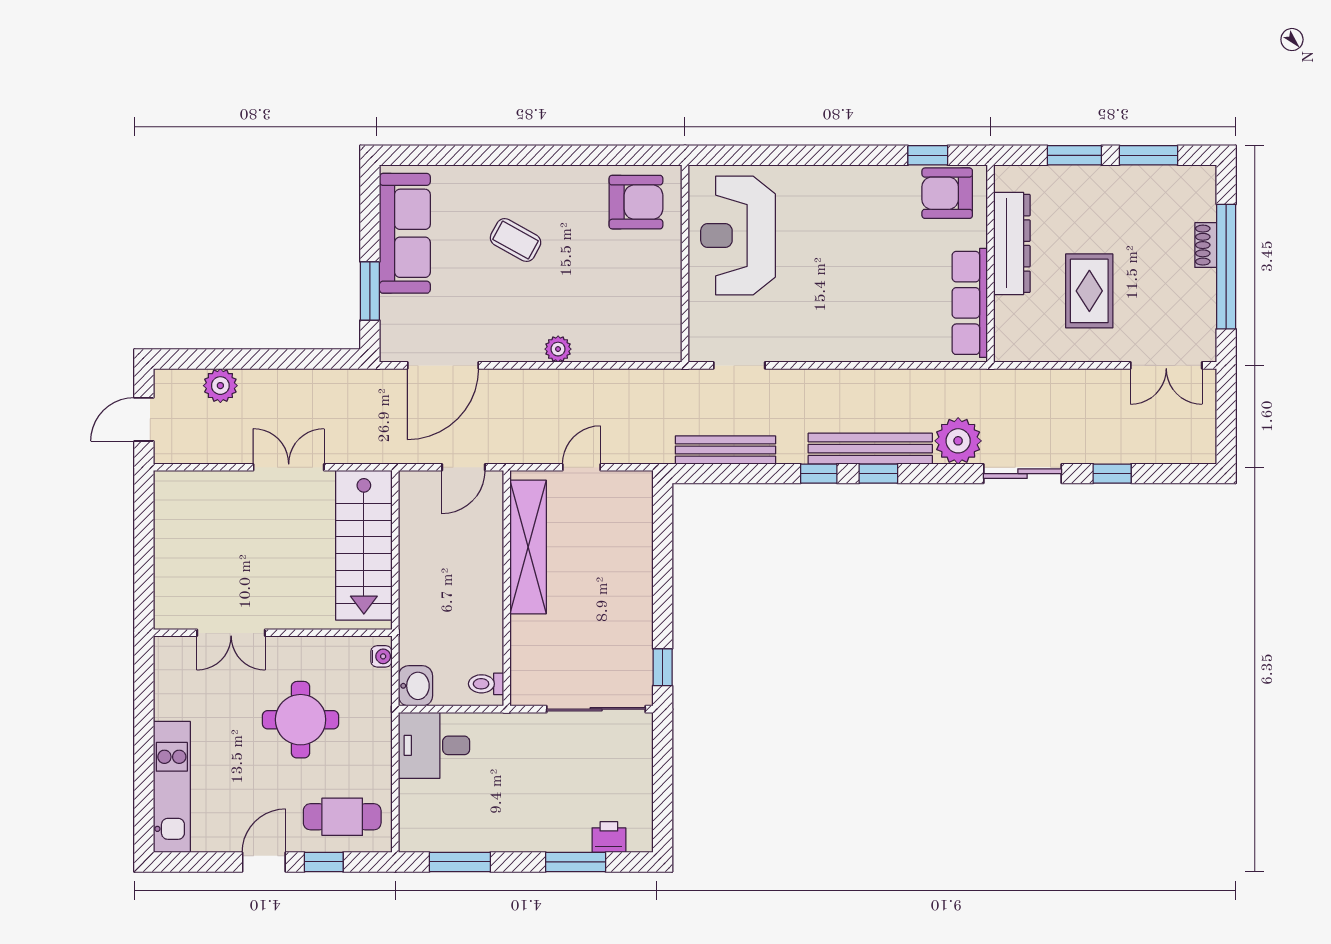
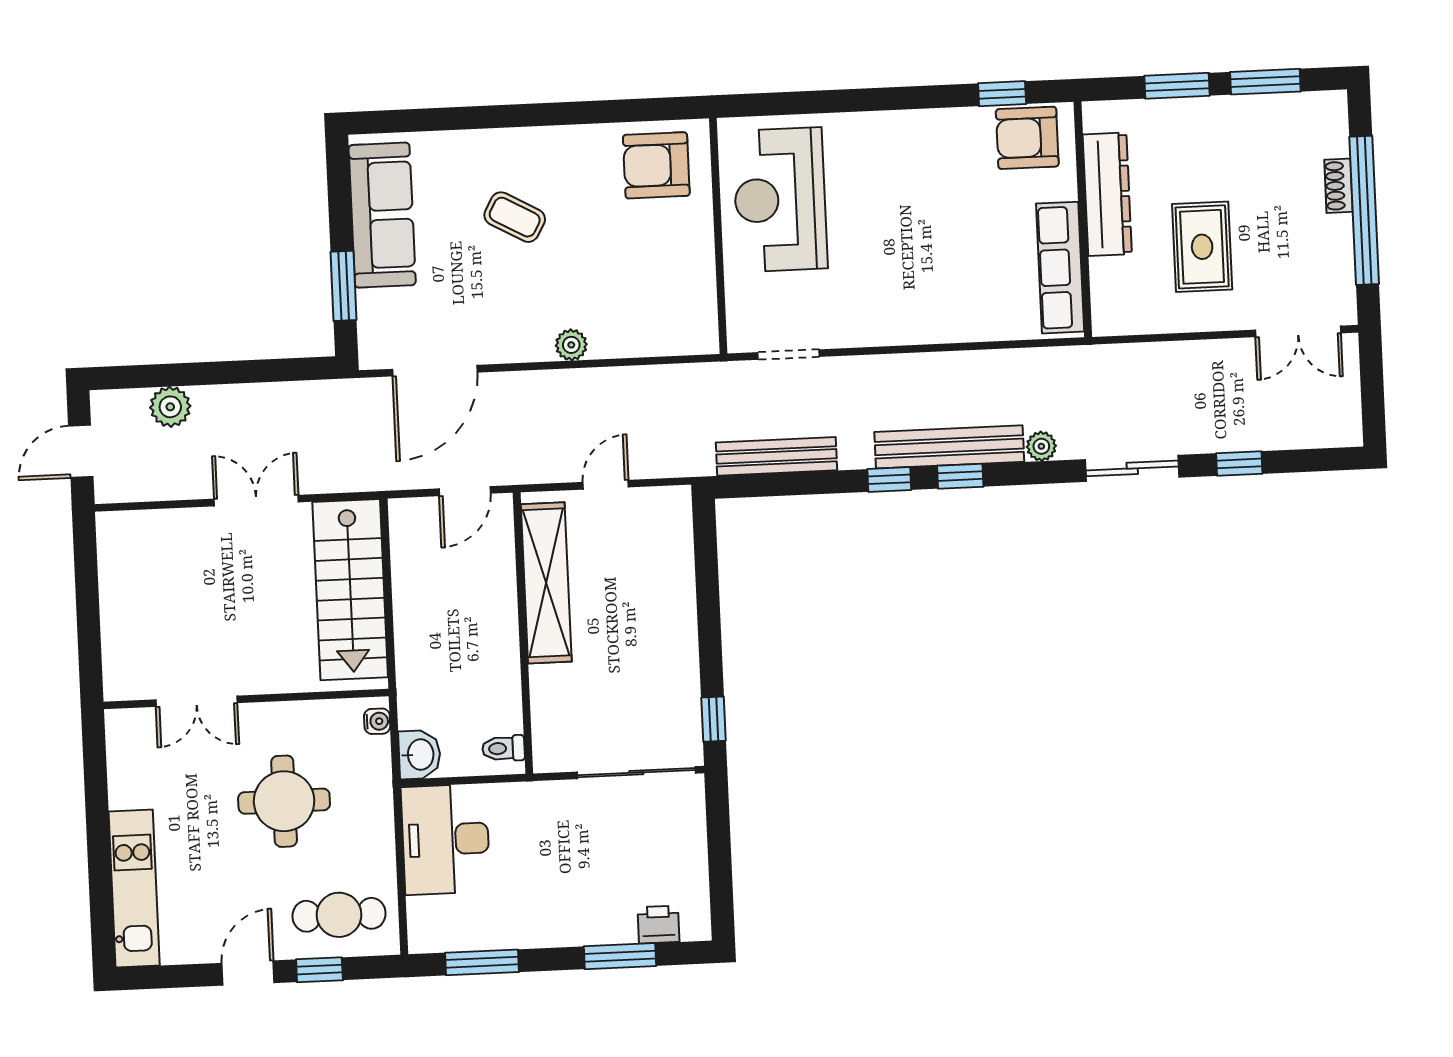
armchair: (636, 202) -> (656, 165), turned 180
plant: (958, 441) -> (1041, 446), width x0.53, depth x0.53
desk: (434, 745) -> (446, 839), width x1.37

